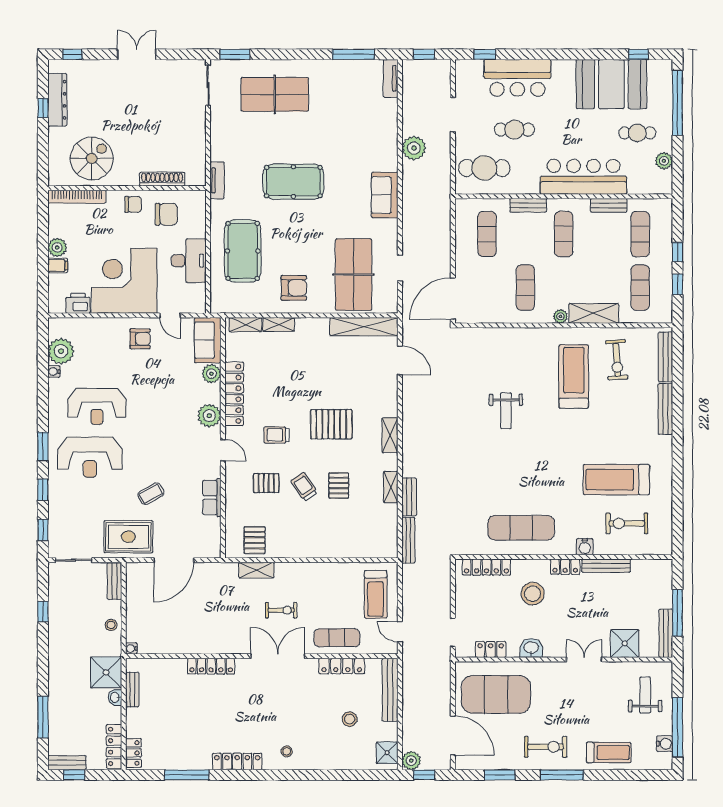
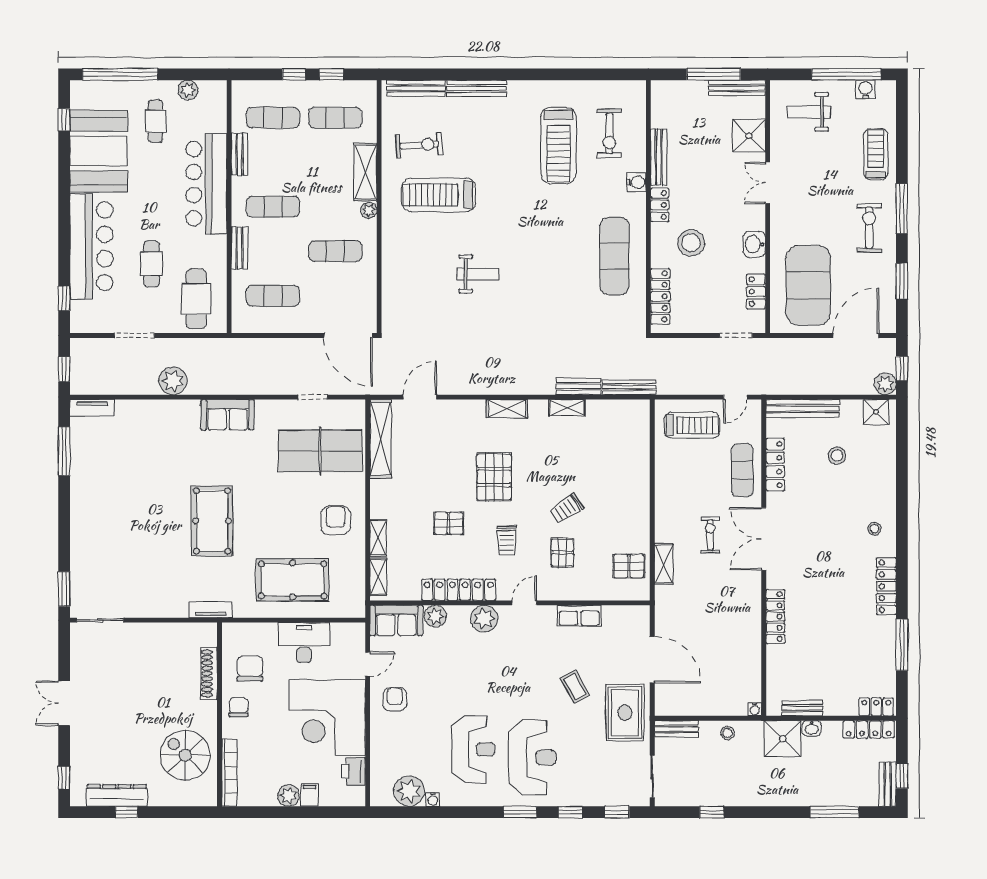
bar counter: (517, 78) -> (91, 246), width x1.36
table tennis table: (275, 94) -> (111, 543), removed
pallet: (339, 486) -> (449, 523), moved

